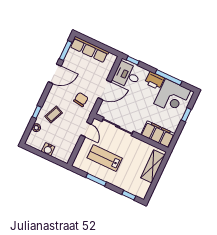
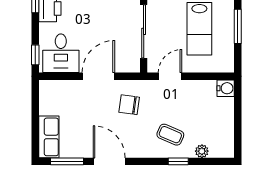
row of seats: (89, 49) -> (49, 137), width x0.68
door: (105, 90) -> (98, 76), hinge flipped
water cooler: (48, 149) -> (226, 88), moved

